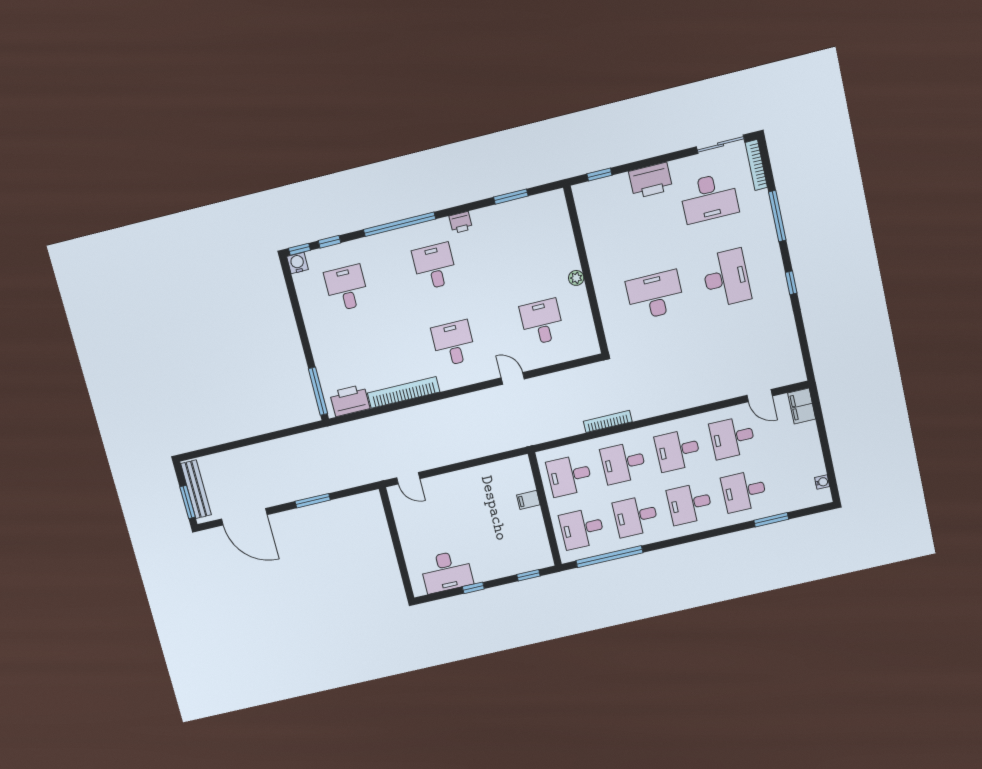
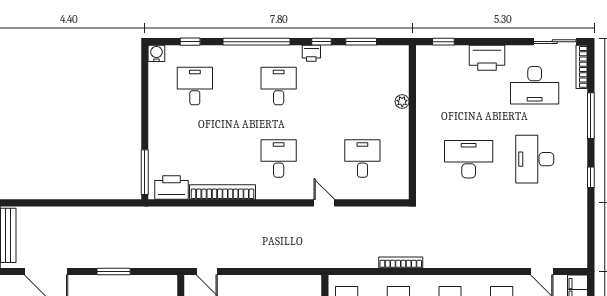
window: (299, 249) -> (321, 42), moved
plant: (576, 278) -> (402, 101), moved
desk: (726, 278) -> (535, 159), turned 180

